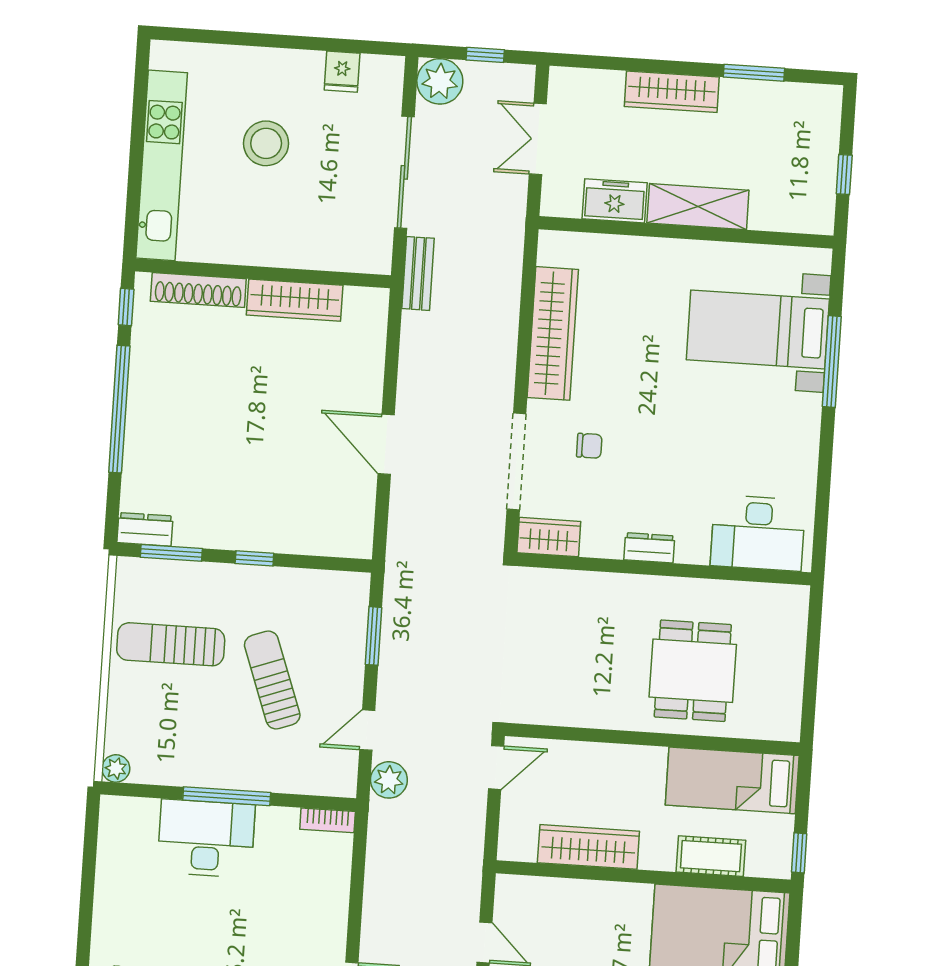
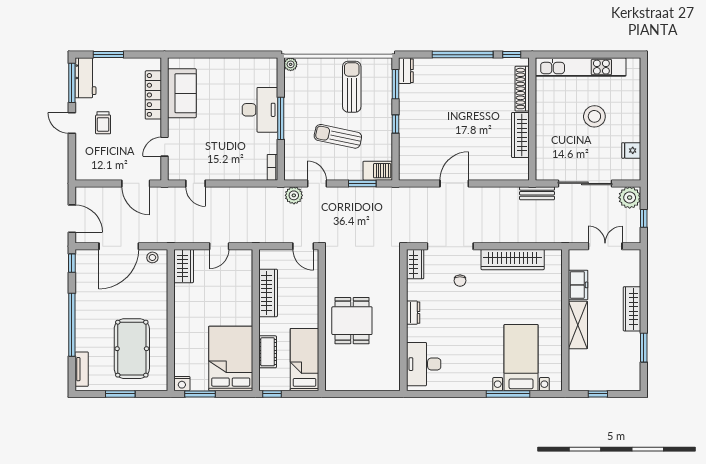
barbecue: (349, 602) -> (378, 171), added
dining table: (693, 671) -> (352, 321), moved, turned 90
sun lounger: (272, 680) -> (338, 136), turned -148

